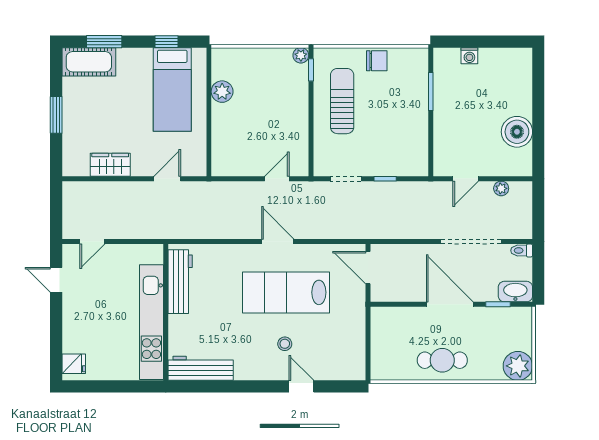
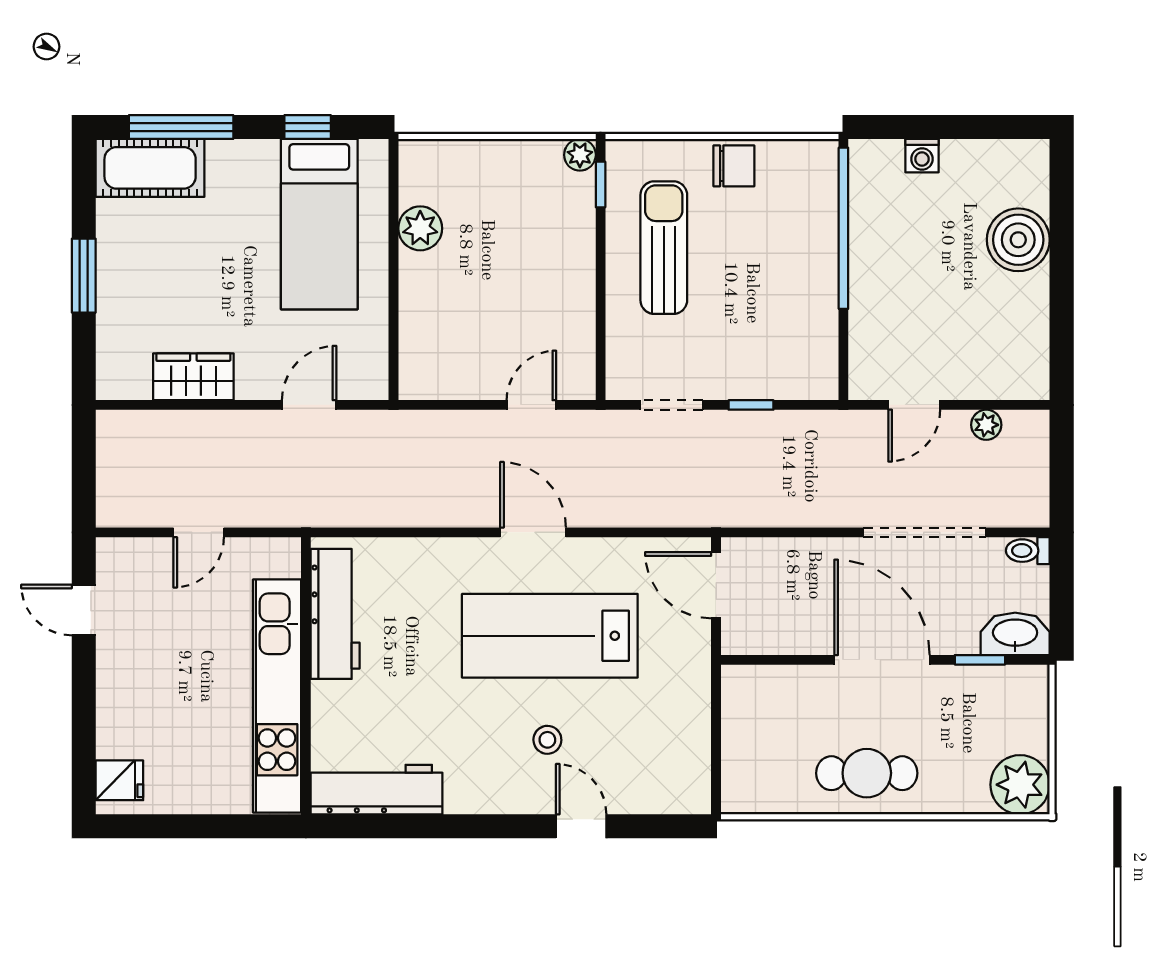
window: (104, 42) -> (181, 127), width x1.44
window: (431, 92) -> (843, 228), width x2.11
boiler: (517, 132) -> (1018, 240), moved
door: (92, 241) -> (199, 532), moved

